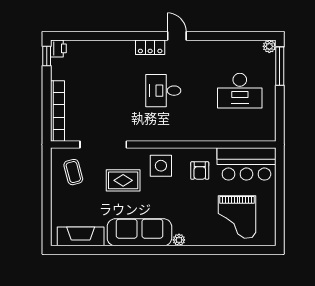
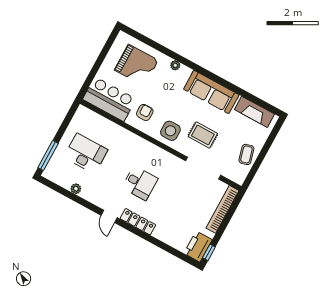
plant: (269, 46) -> (76, 189), moved
locker: (150, 47) -> (138, 222), width x1.53
printer: (58, 48) -> (198, 246), width x1.87, depth x1.48
coffee table: (73, 172) -> (246, 154), moved
grand piano: (237, 217) -> (136, 65), turned 90
plant: (179, 240) -> (175, 65), moved

